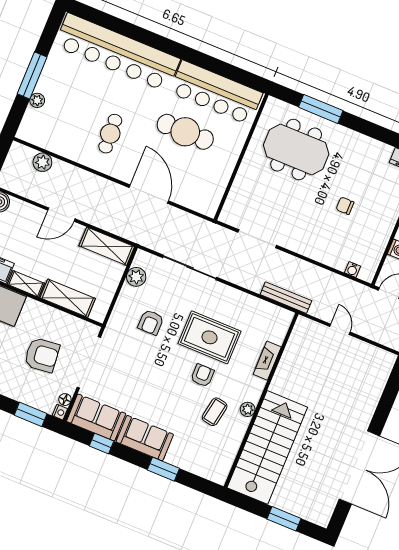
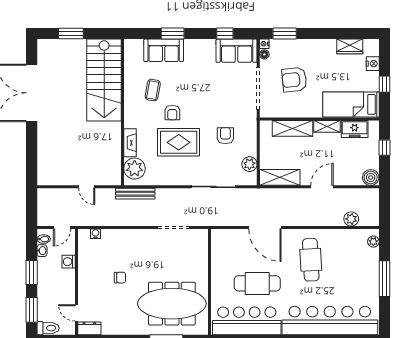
plant: (37, 100) -> (373, 242), moved
cafe table: (110, 134) -> (311, 260), width x1.37, depth x1.35
meeting table: (296, 150) -> (172, 304), width x1.36
plant: (248, 409) -> (135, 169), moved, width x1.88, depth x1.88
sofa: (145, 438) -> (164, 50), moved

